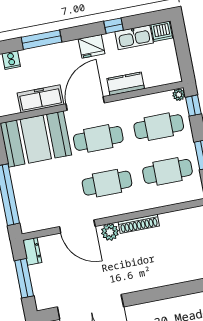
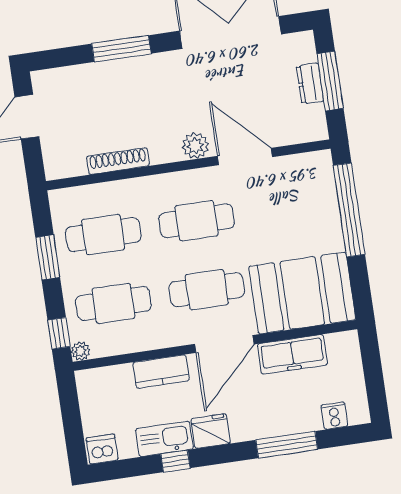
kitchen sink: (134, 37) -> (164, 439), moved
shoe rack: (139, 224) -> (118, 161), moved
dresser: (32, 251) -> (310, 83), moved
window: (161, 293) -> (121, 49), added

